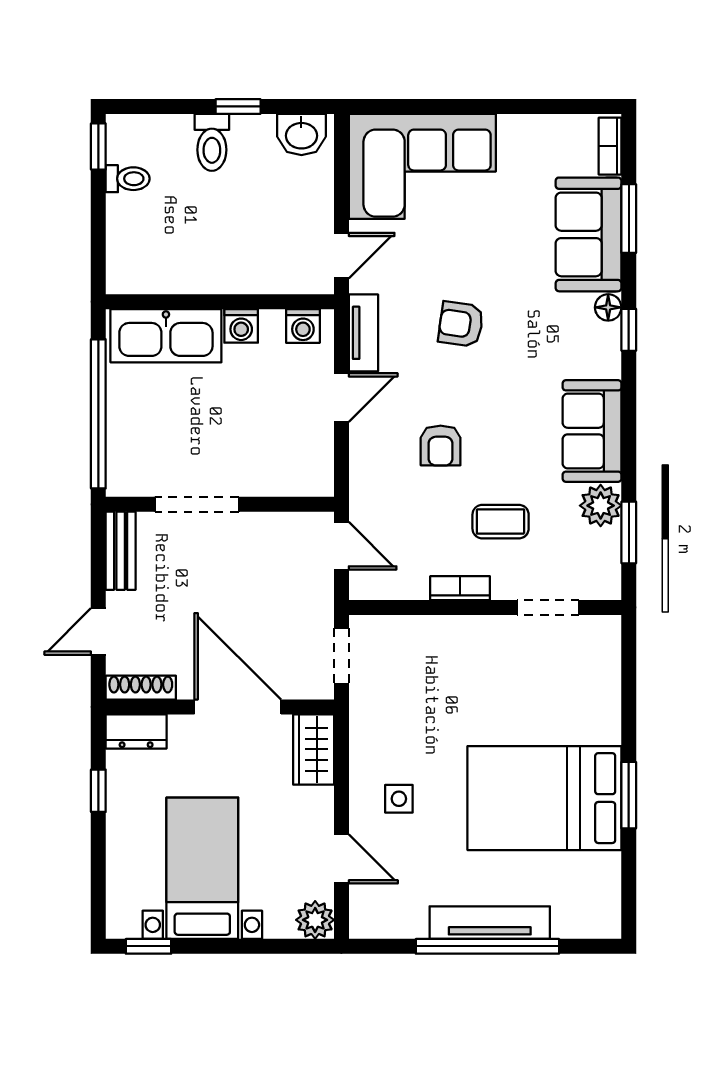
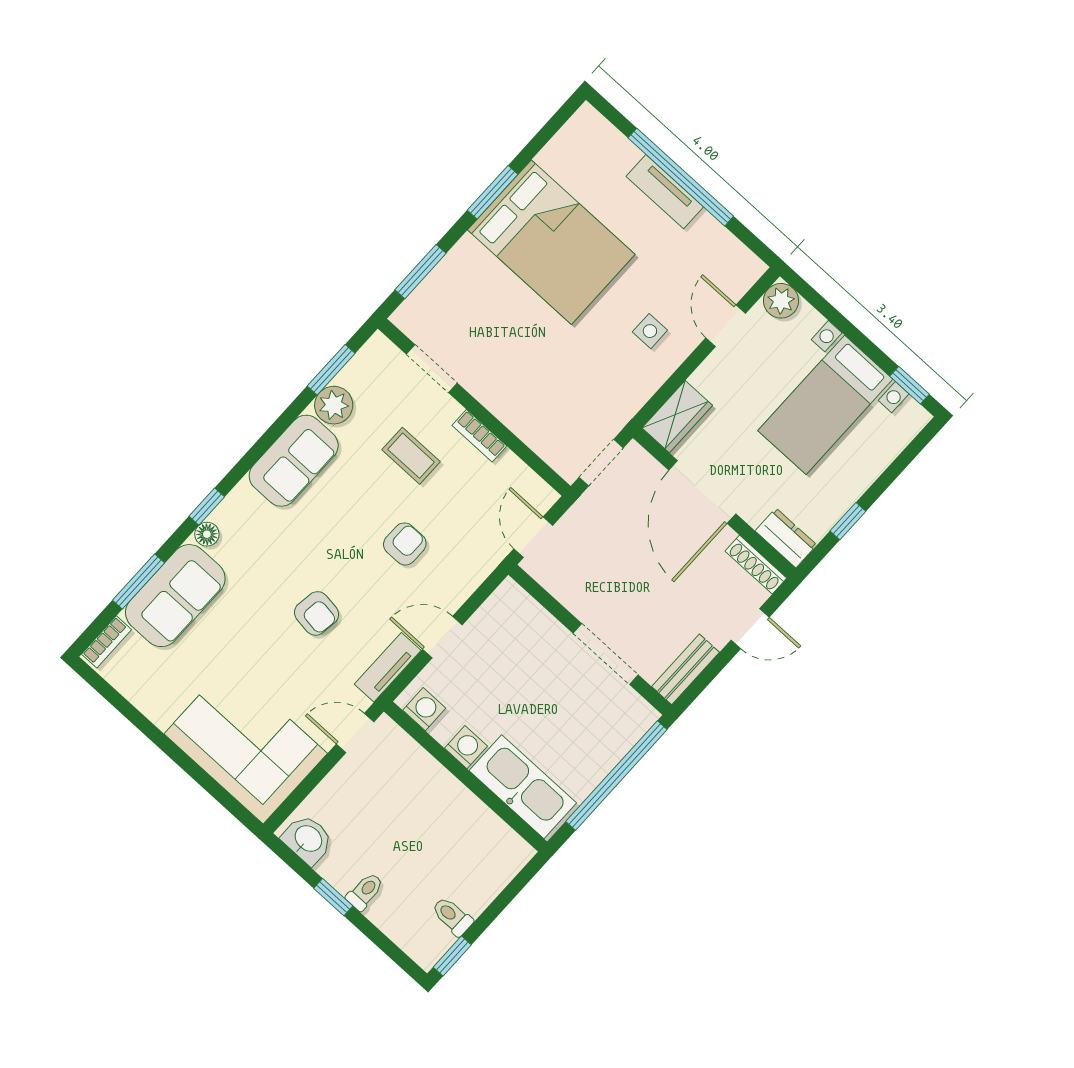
toilet: (212, 142) -> (365, 891), width x0.73, depth x0.72
window: (629, 678) -> (420, 272), added
tv unit: (490, 923) -> (665, 192), width x0.71

